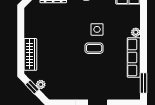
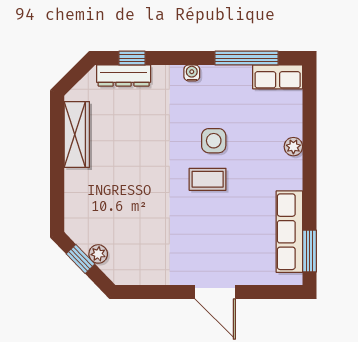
wardrobe: (30, 54) -> (77, 135), moved
row of seats: (134, 57) -> (289, 232), moved

